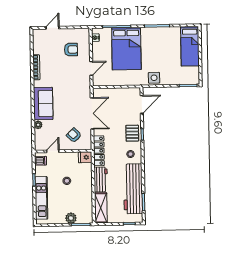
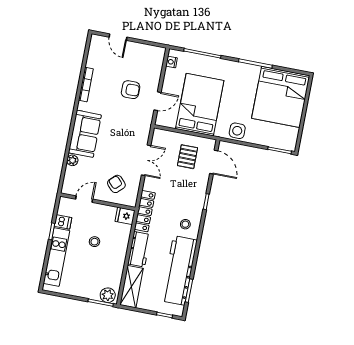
door: (52, 28) -> (118, 37), swing flipped
bed: (190, 46) -> (281, 97), width x2.04
bed: (126, 49) -> (200, 105), moved, turned 180
armchair: (71, 50) -> (131, 90), moved
door: (142, 104) -> (214, 162), hinge flipped
double door: (92, 113) -> (146, 160), width x0.73
pallet: (132, 133) -> (187, 157), moved
dishwasher: (41, 161) -> (63, 222), moved
plant: (71, 218) -> (108, 295), moved

